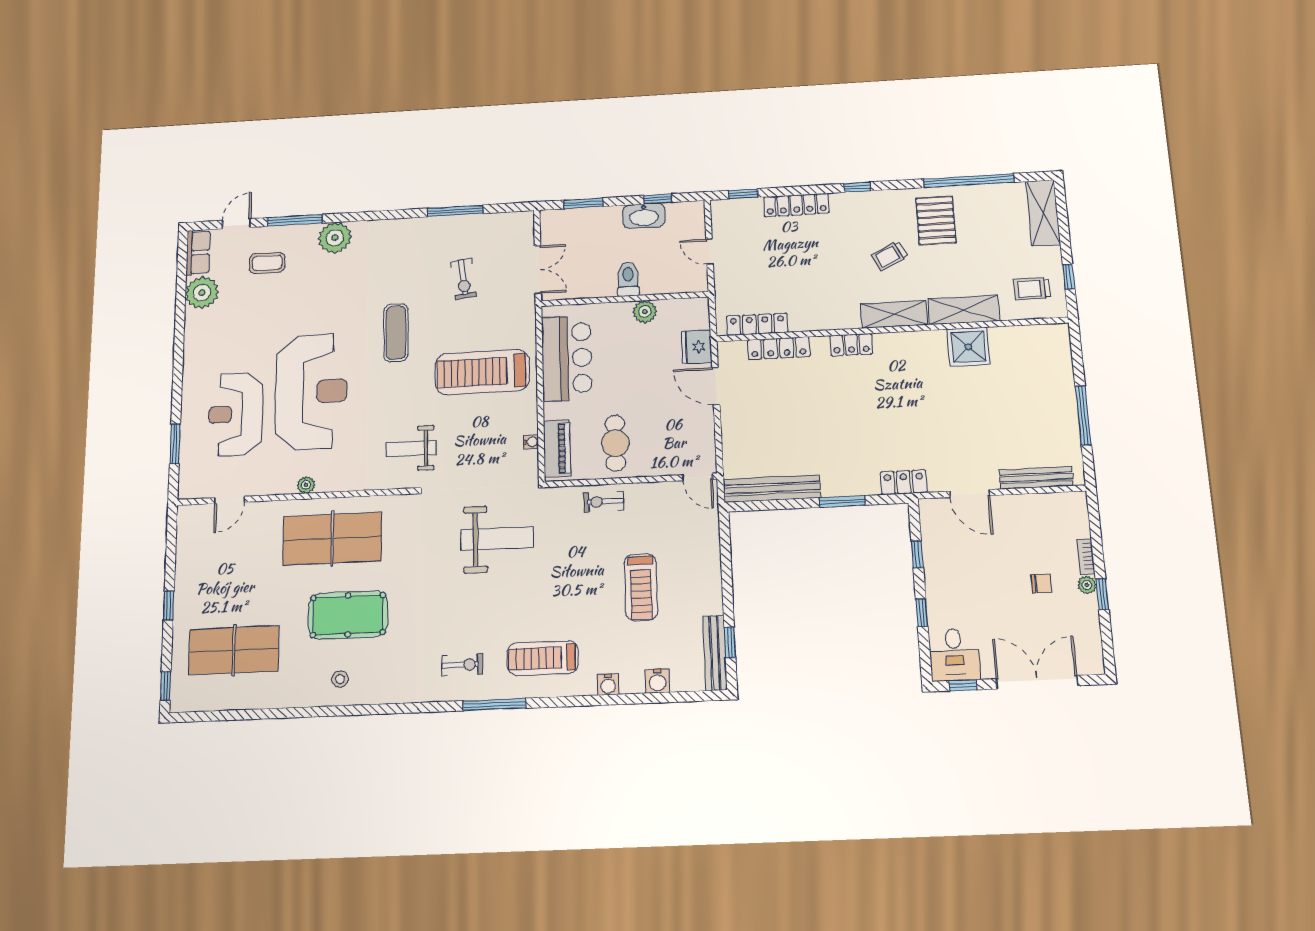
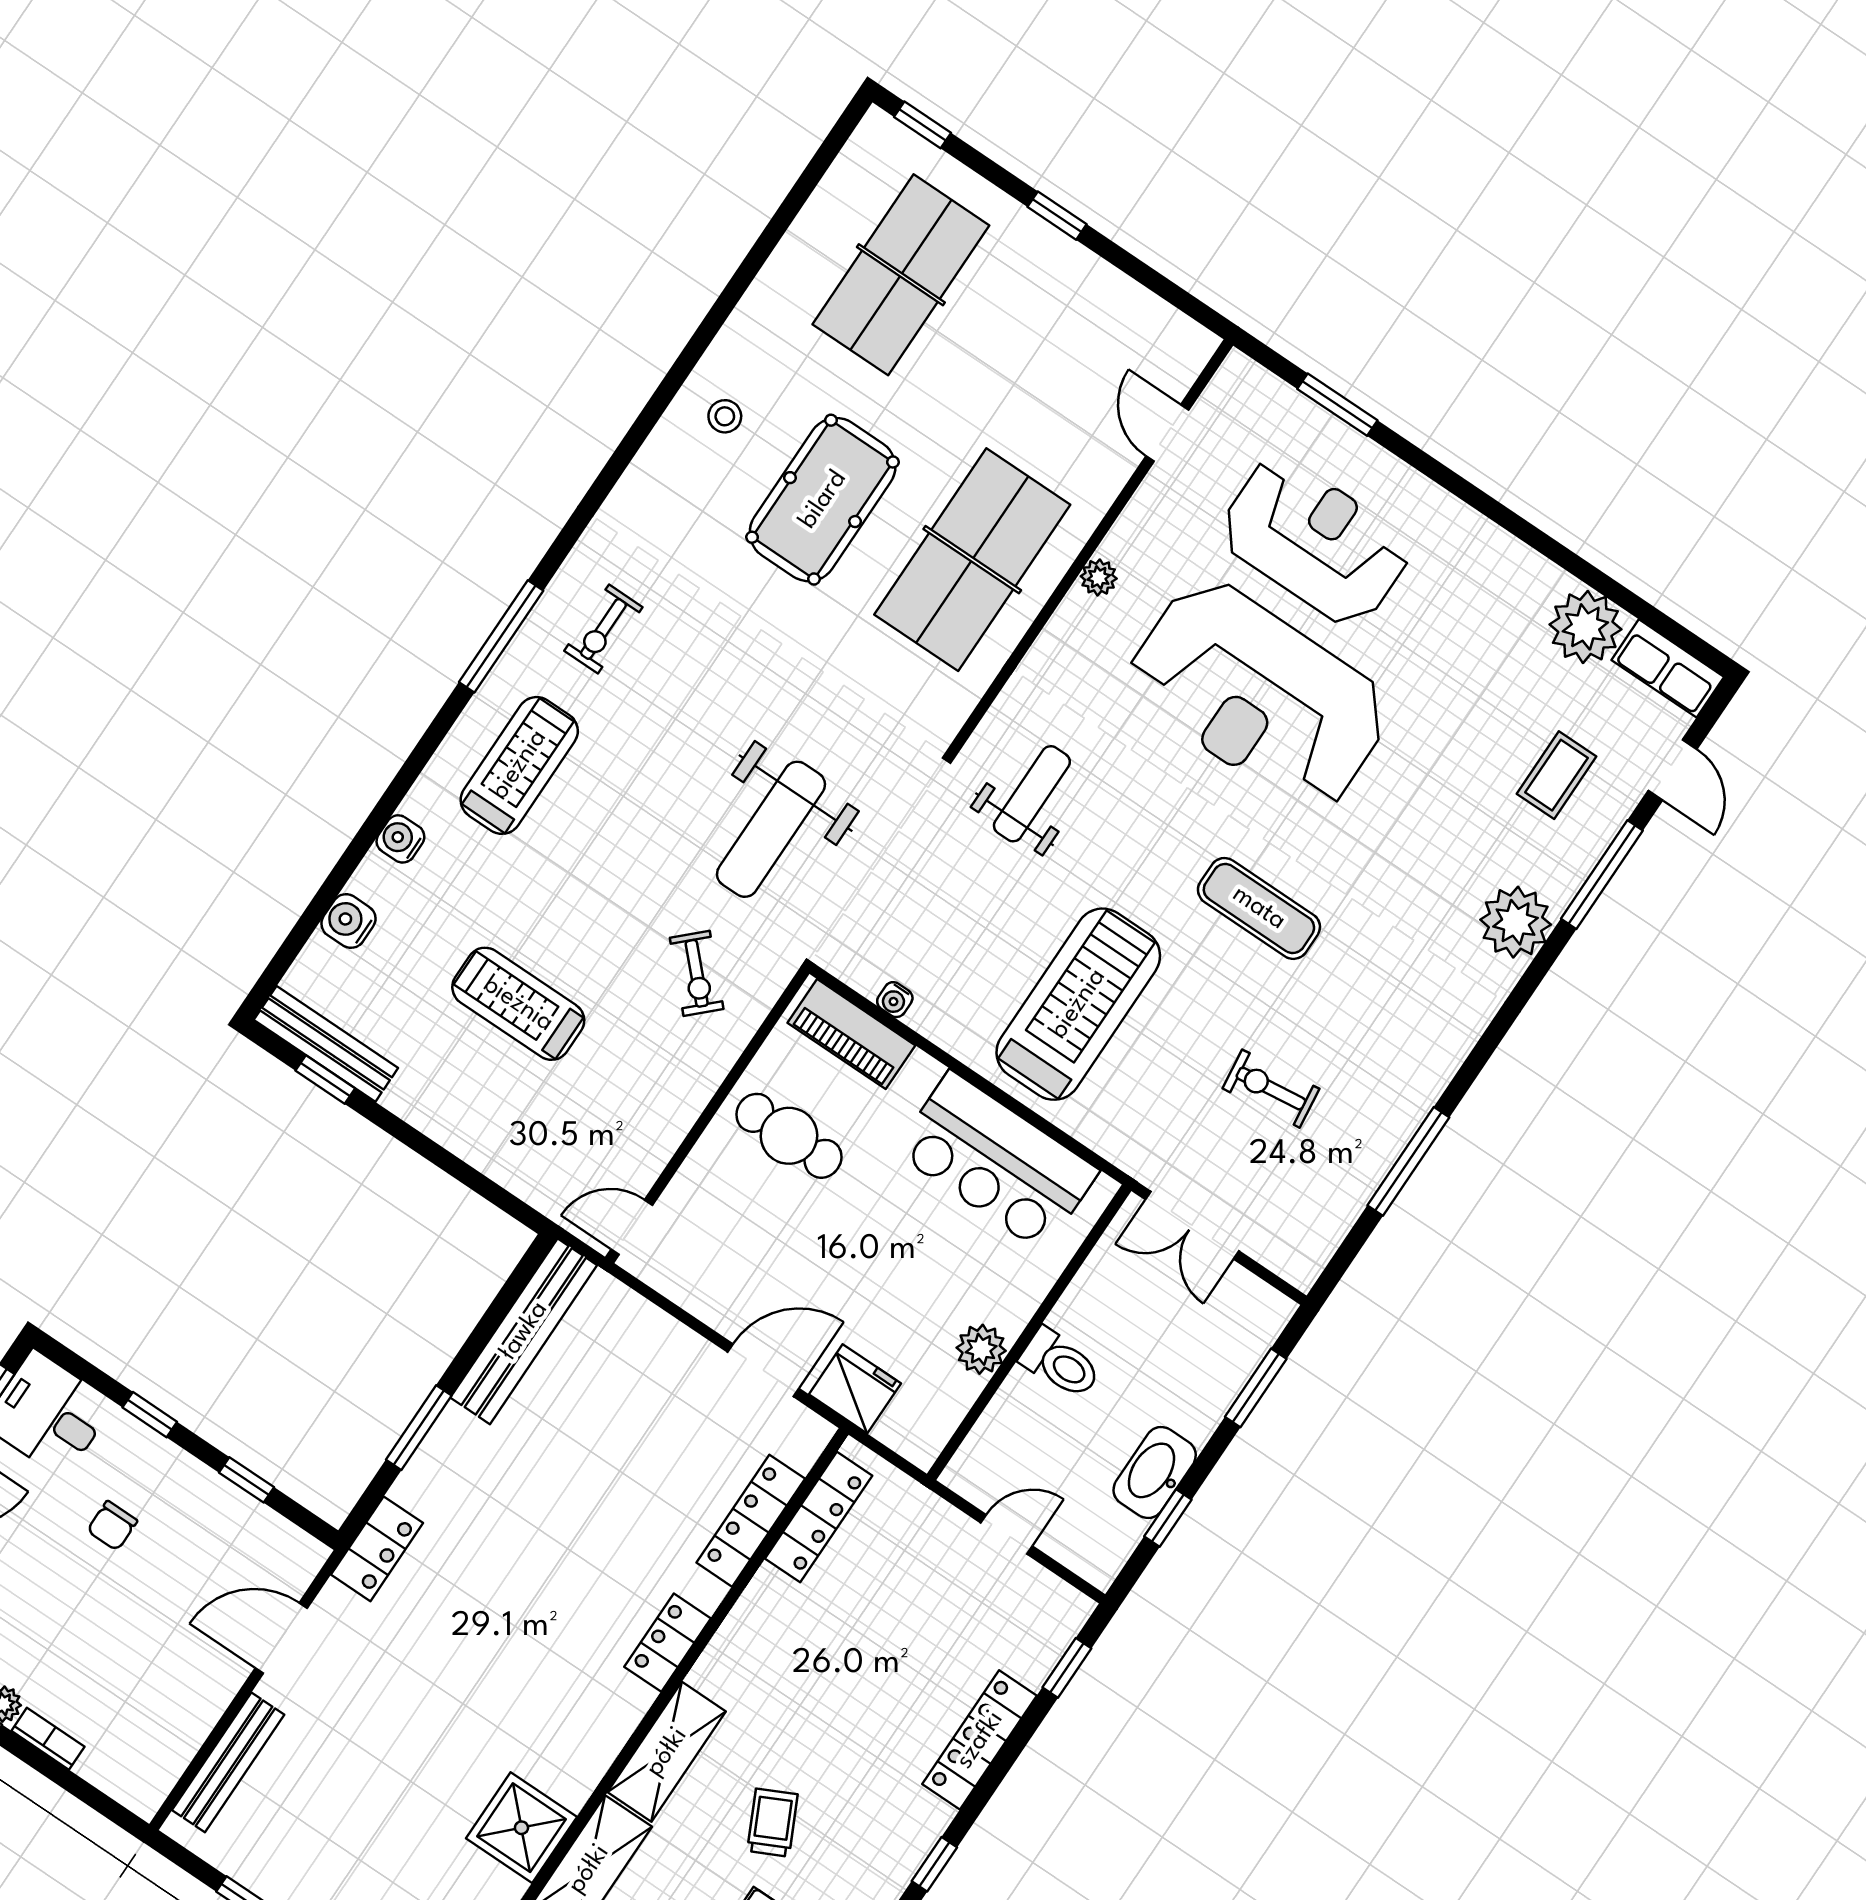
exercise bike: (604, 502) -> (697, 973), moved, turned 136
chair: (1041, 584) -> (112, 1526), moved

